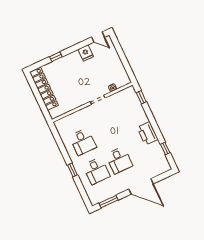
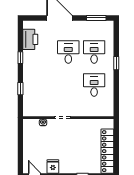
window: (141, 97) -> (20, 89), moved
printer: (148, 133) -> (30, 39), moved
window: (165, 148) -> (20, 58), moved

